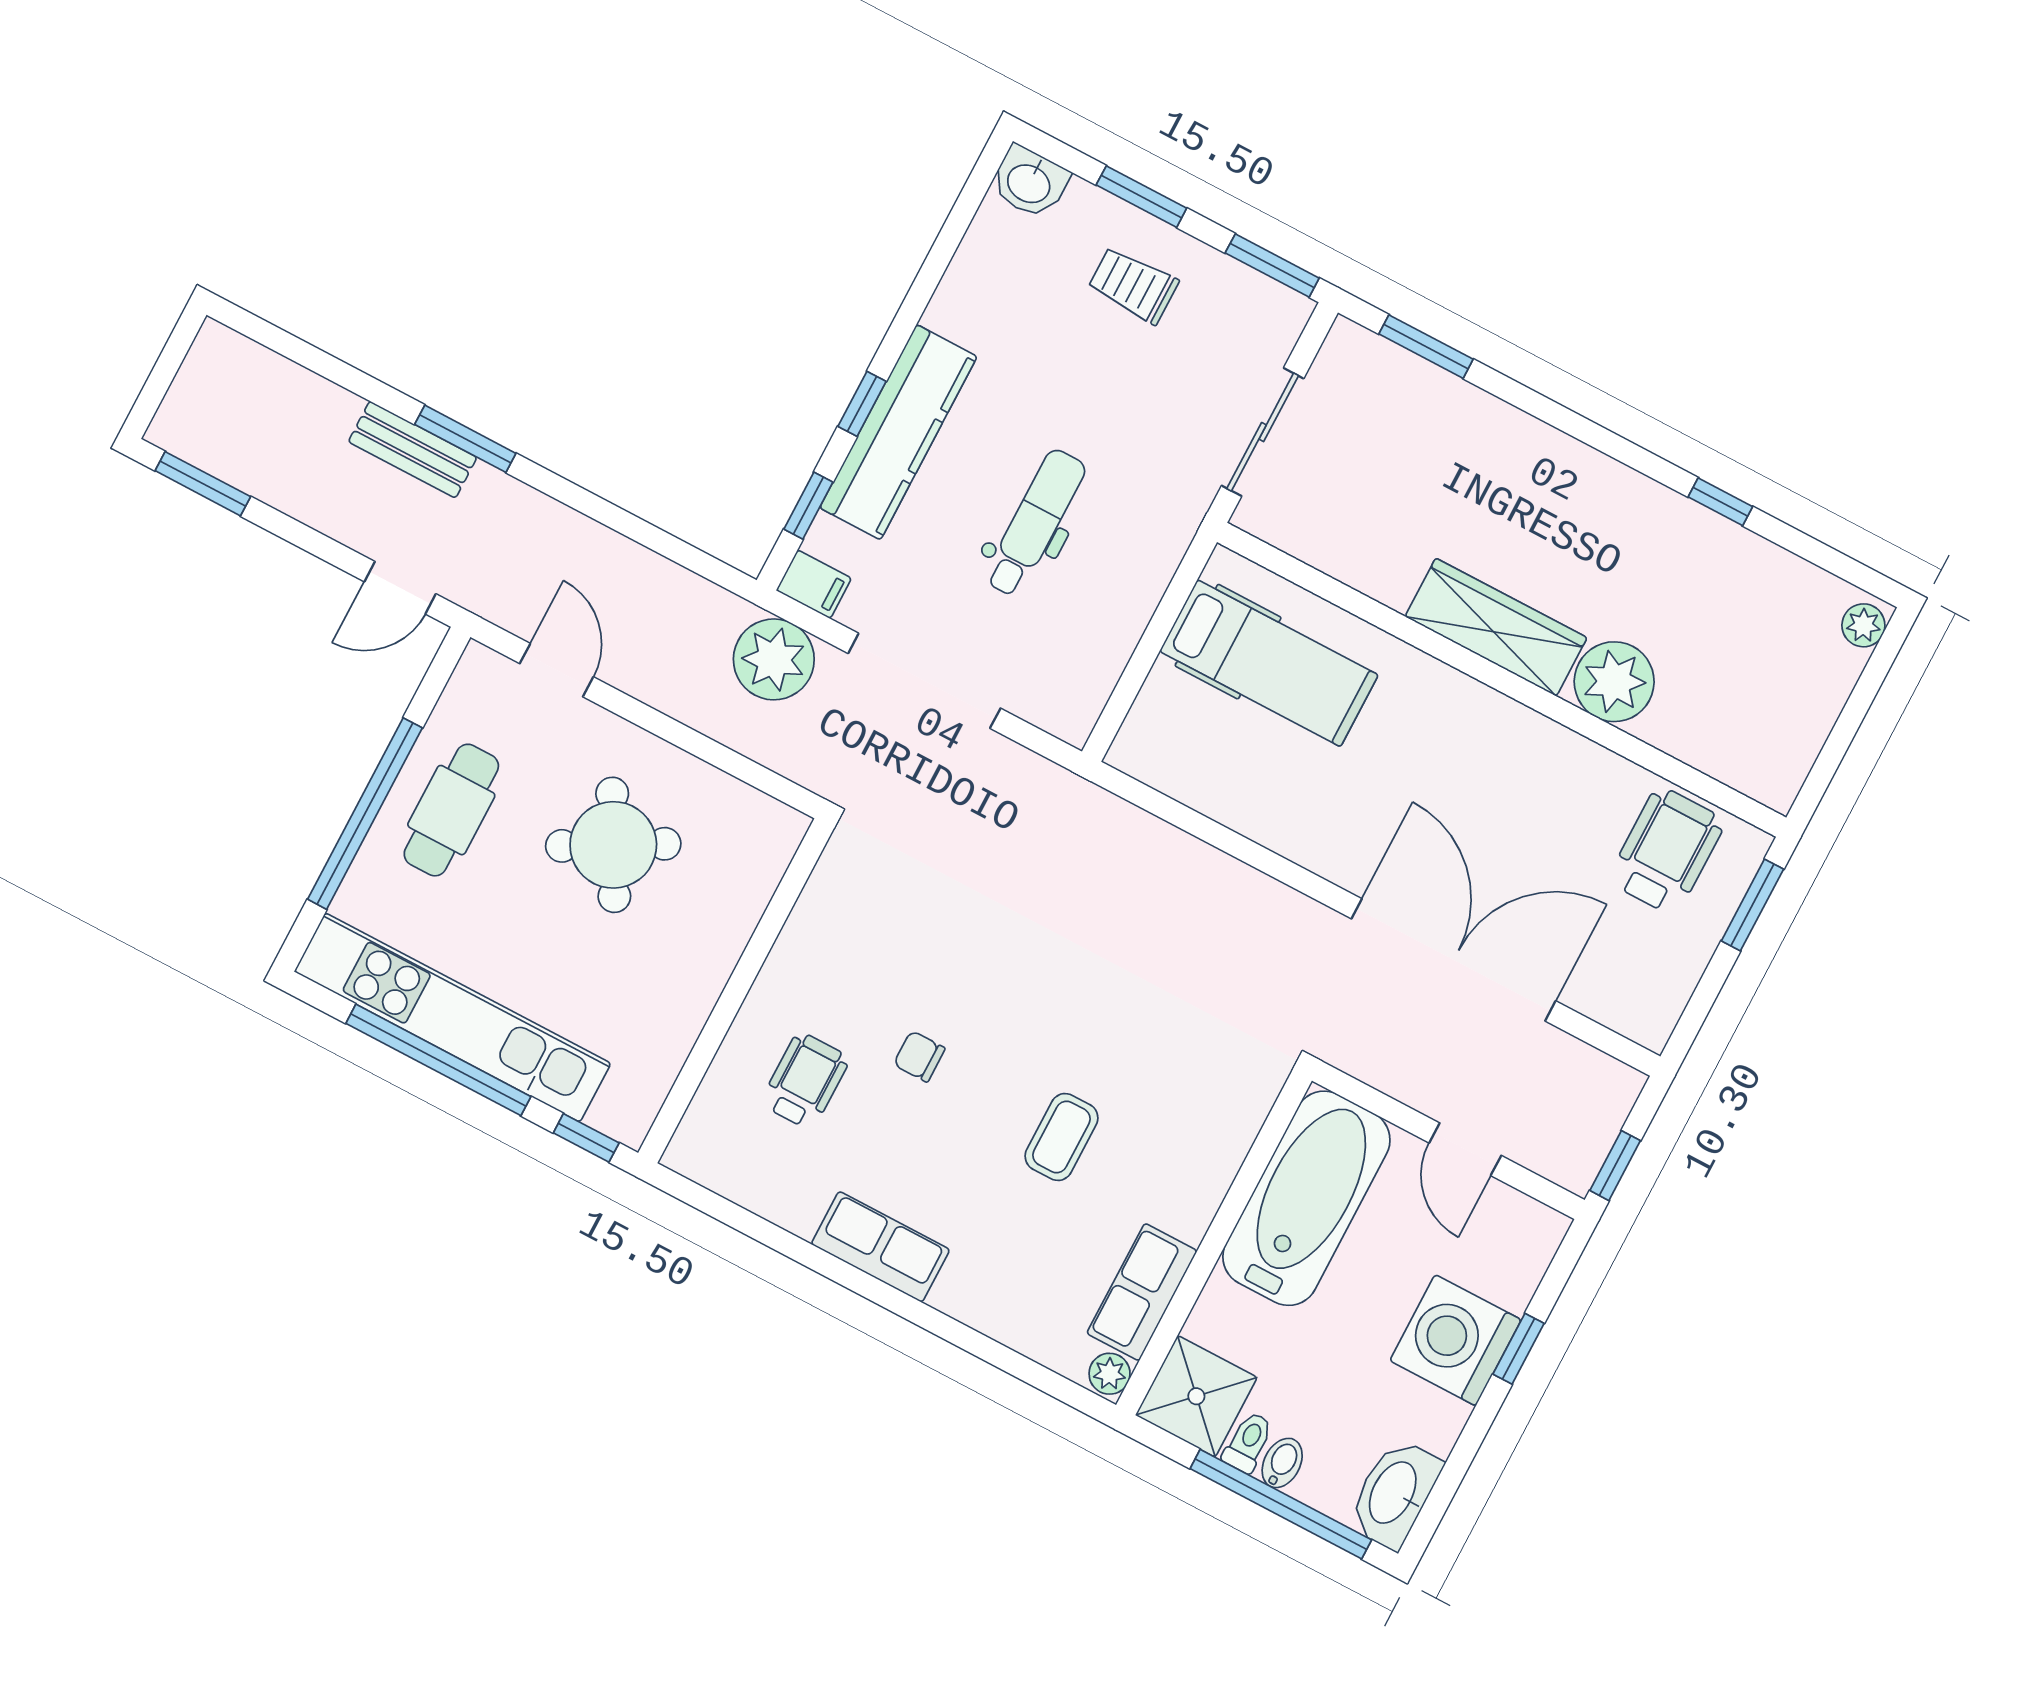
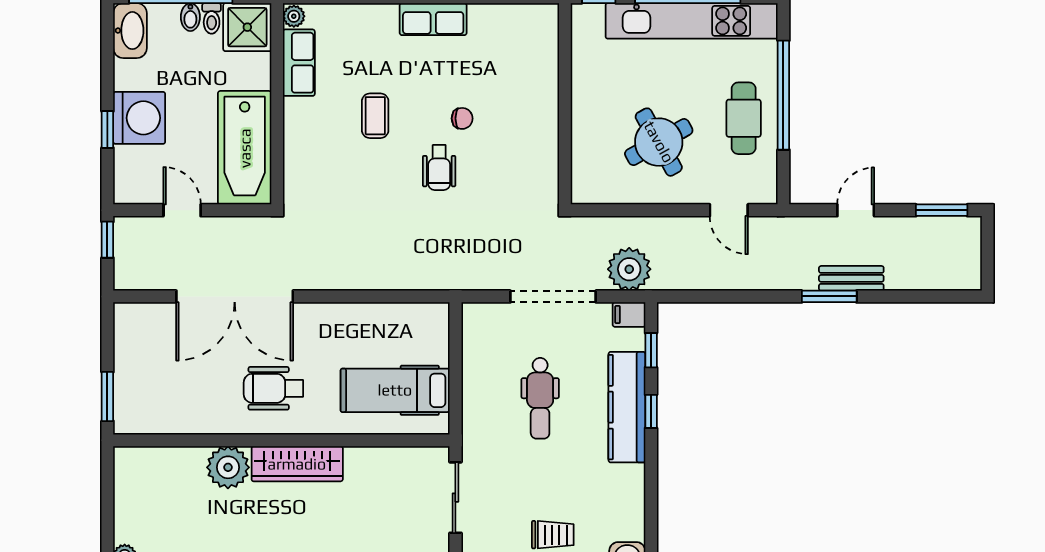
door: (400, 588) -> (856, 210), moved
wheelchair: (1667, 851) -> (273, 388), moved, turned 90
wheelchair: (805, 1081) -> (439, 167), moved

